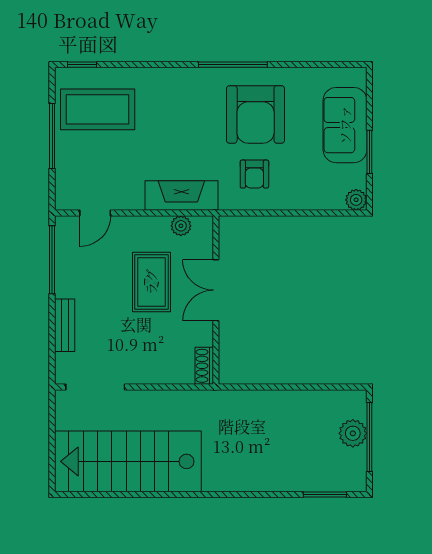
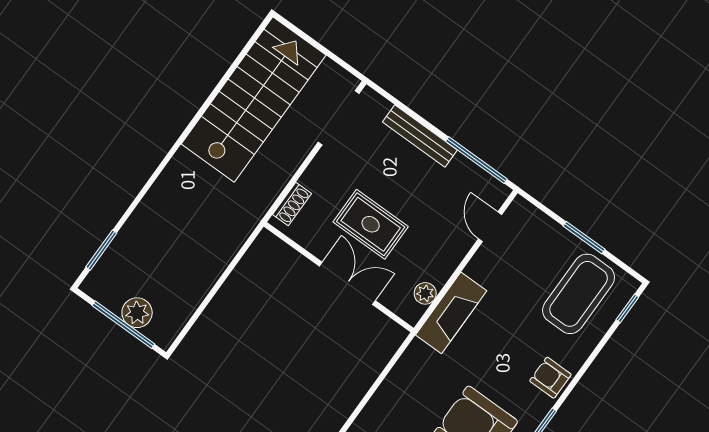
window: (52, 136) -> (584, 238), width x0.69
armchair: (254, 174) -> (550, 378), moved
rug: (151, 282) -> (371, 224), moved
bench: (65, 325) -> (420, 136), width x1.36
shoe rack: (204, 366) -> (292, 204), moved, turned 90

